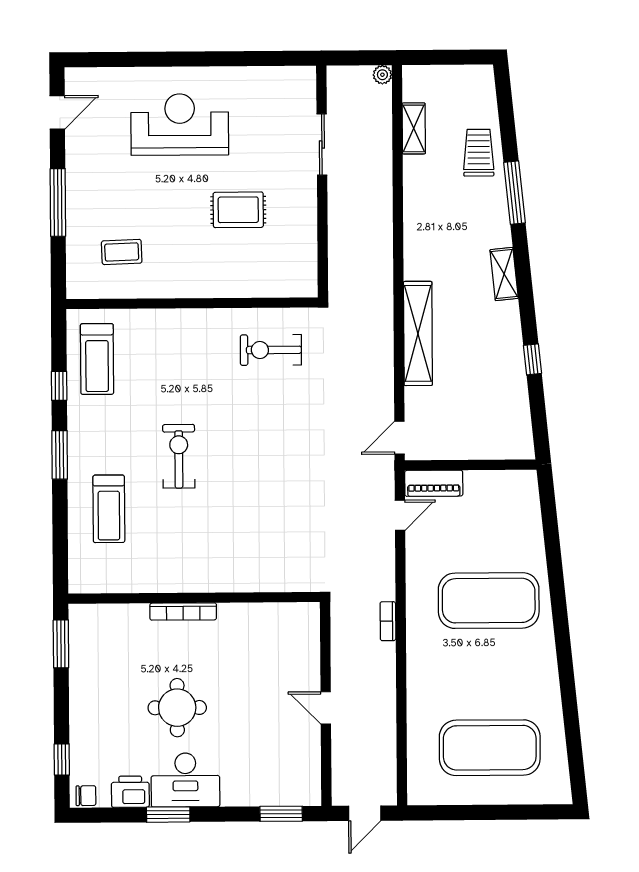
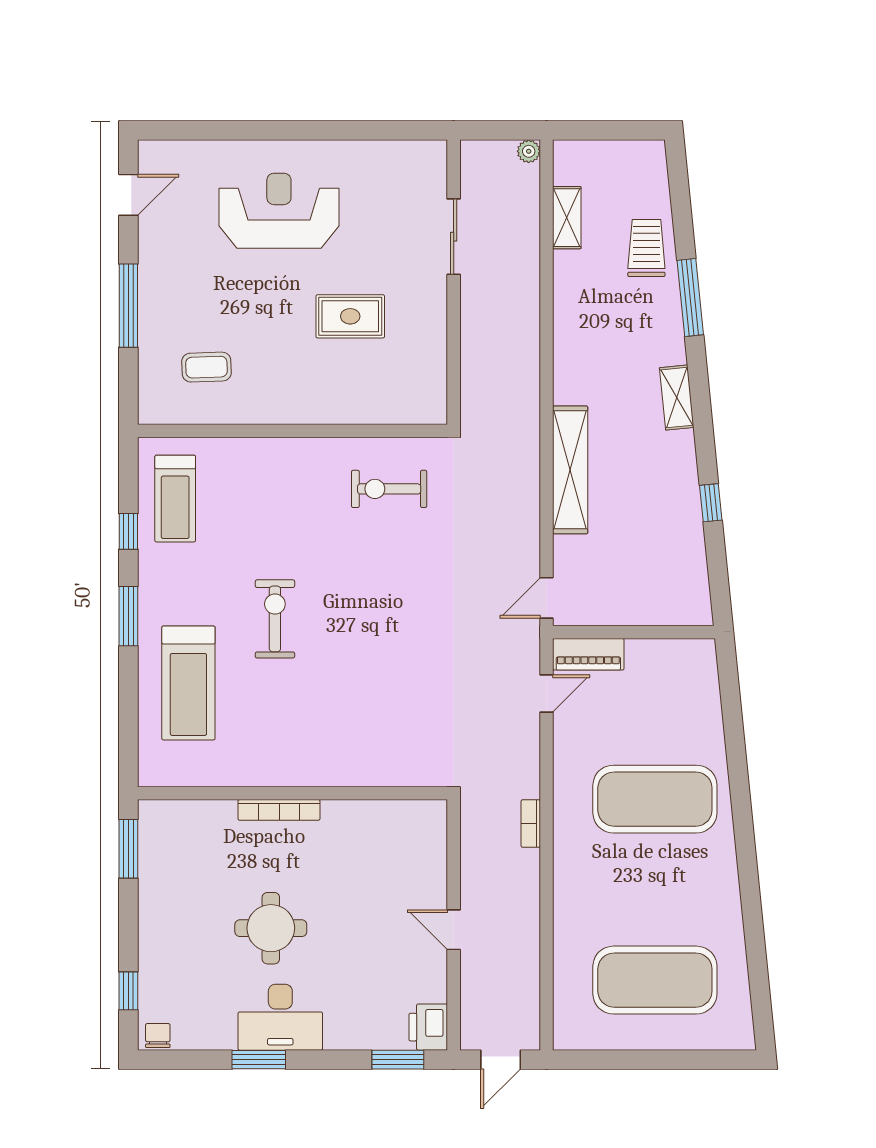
treadmill: (109, 509) -> (188, 683), width x1.37, depth x1.37
printer: (130, 792) -> (428, 1027), moved, turned -90
chair: (86, 796) -> (158, 1036), turned -90

